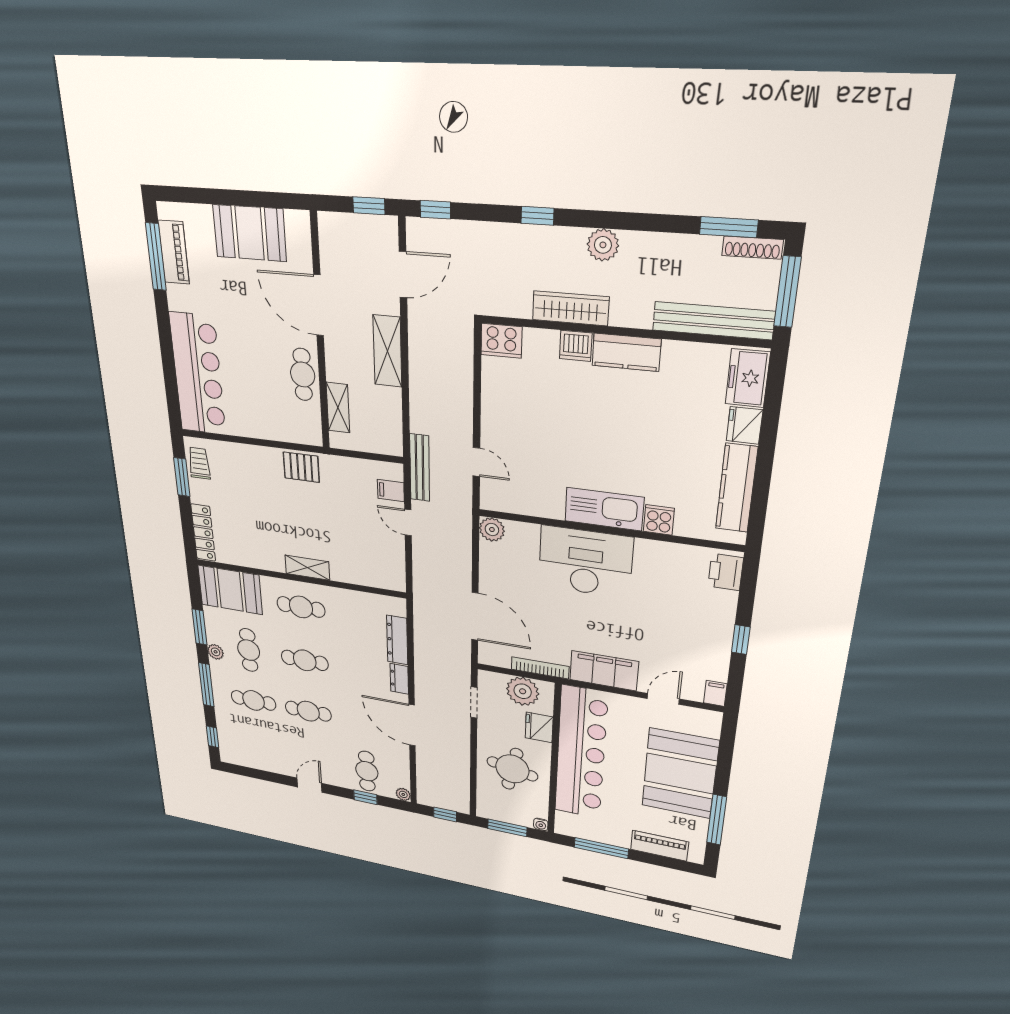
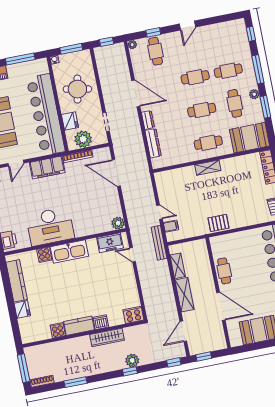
window: (729, 227) -> (75, 382), moved
plant: (603, 245) -> (132, 360), moved
bench: (713, 321) -> (48, 349), removed
cooker: (678, 356) -> (58, 330), added
freezer: (748, 378) -> (110, 243), moved, turned 90
shelving: (338, 408) -> (178, 266), moved
desk: (585, 562) -> (50, 226), moved

